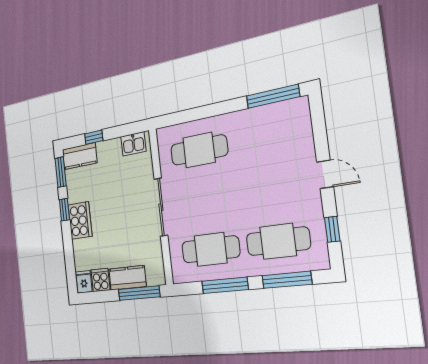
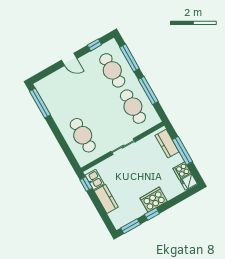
window: (94, 137) -> (86, 184), moved
kitchen counter: (80, 156) -> (106, 199), moved
door: (325, 174) -> (69, 59), swing flipped
sliding door: (161, 207) -> (123, 147), width x0.73
kitchen counter: (127, 278) -> (167, 144), moved
window: (139, 293) -> (182, 151), moved

